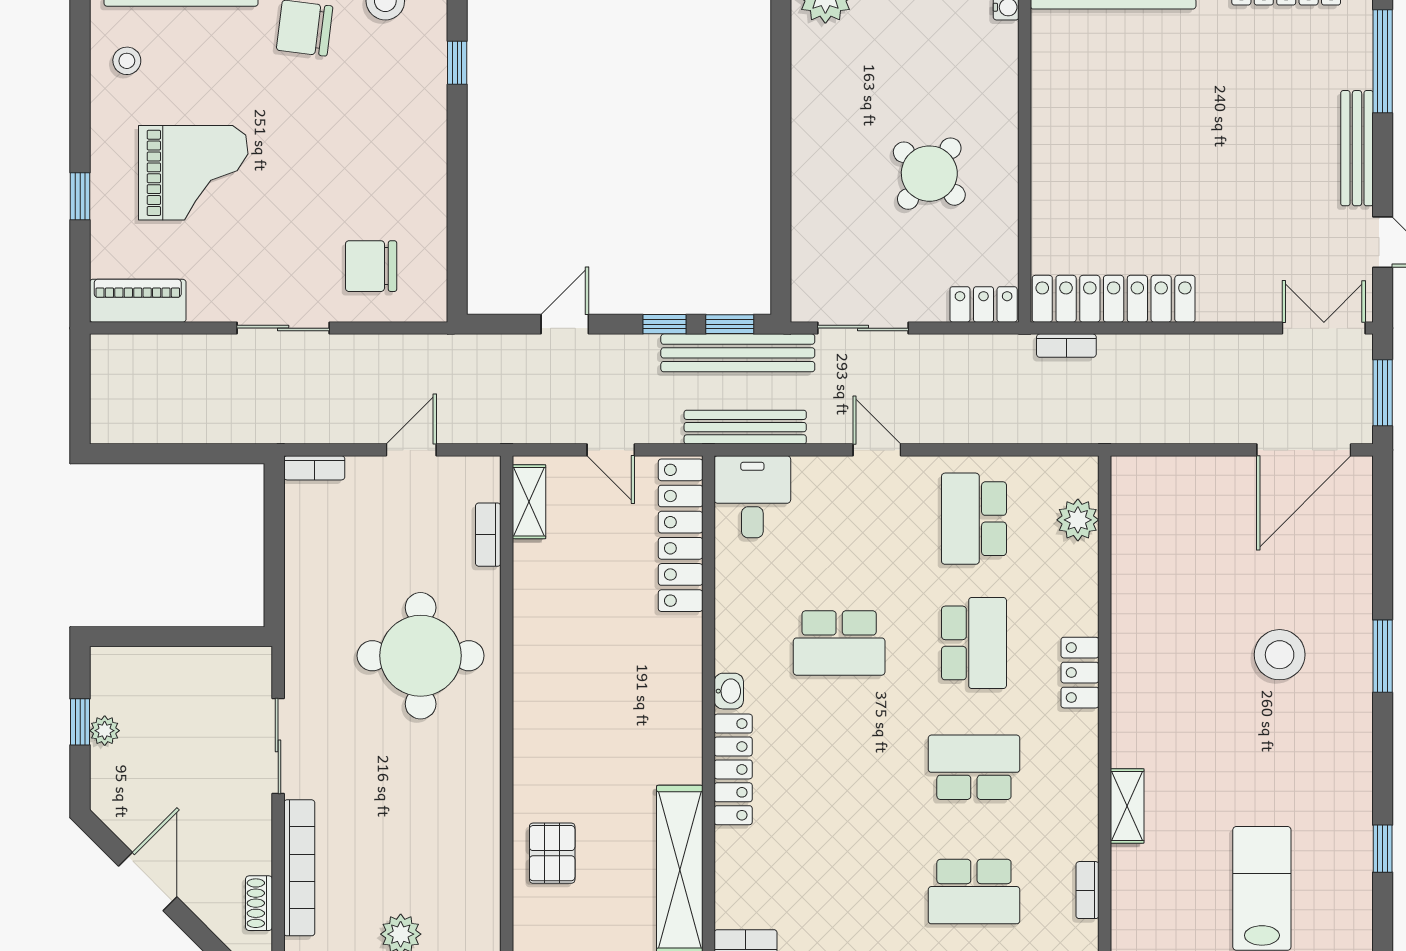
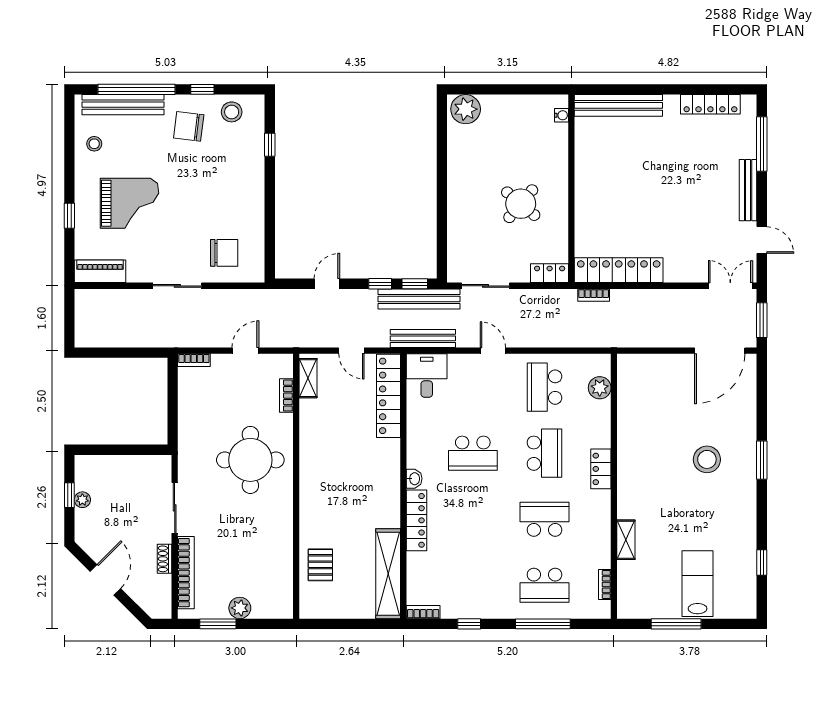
chair: (371, 266) -> (224, 253), turned 180
shoe rack: (259, 903) -> (164, 559), moved

